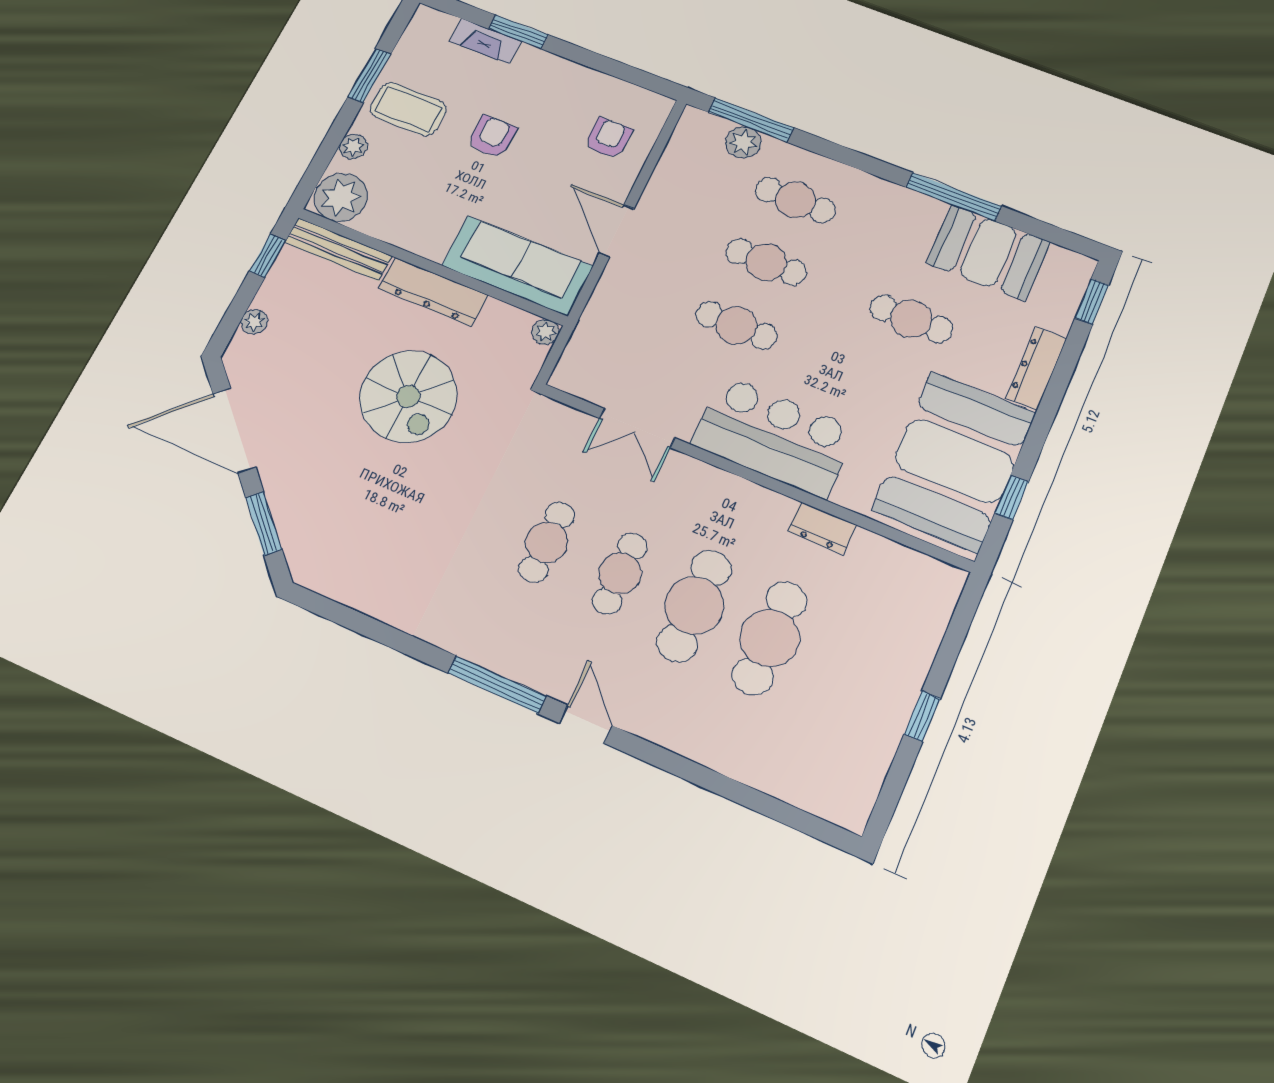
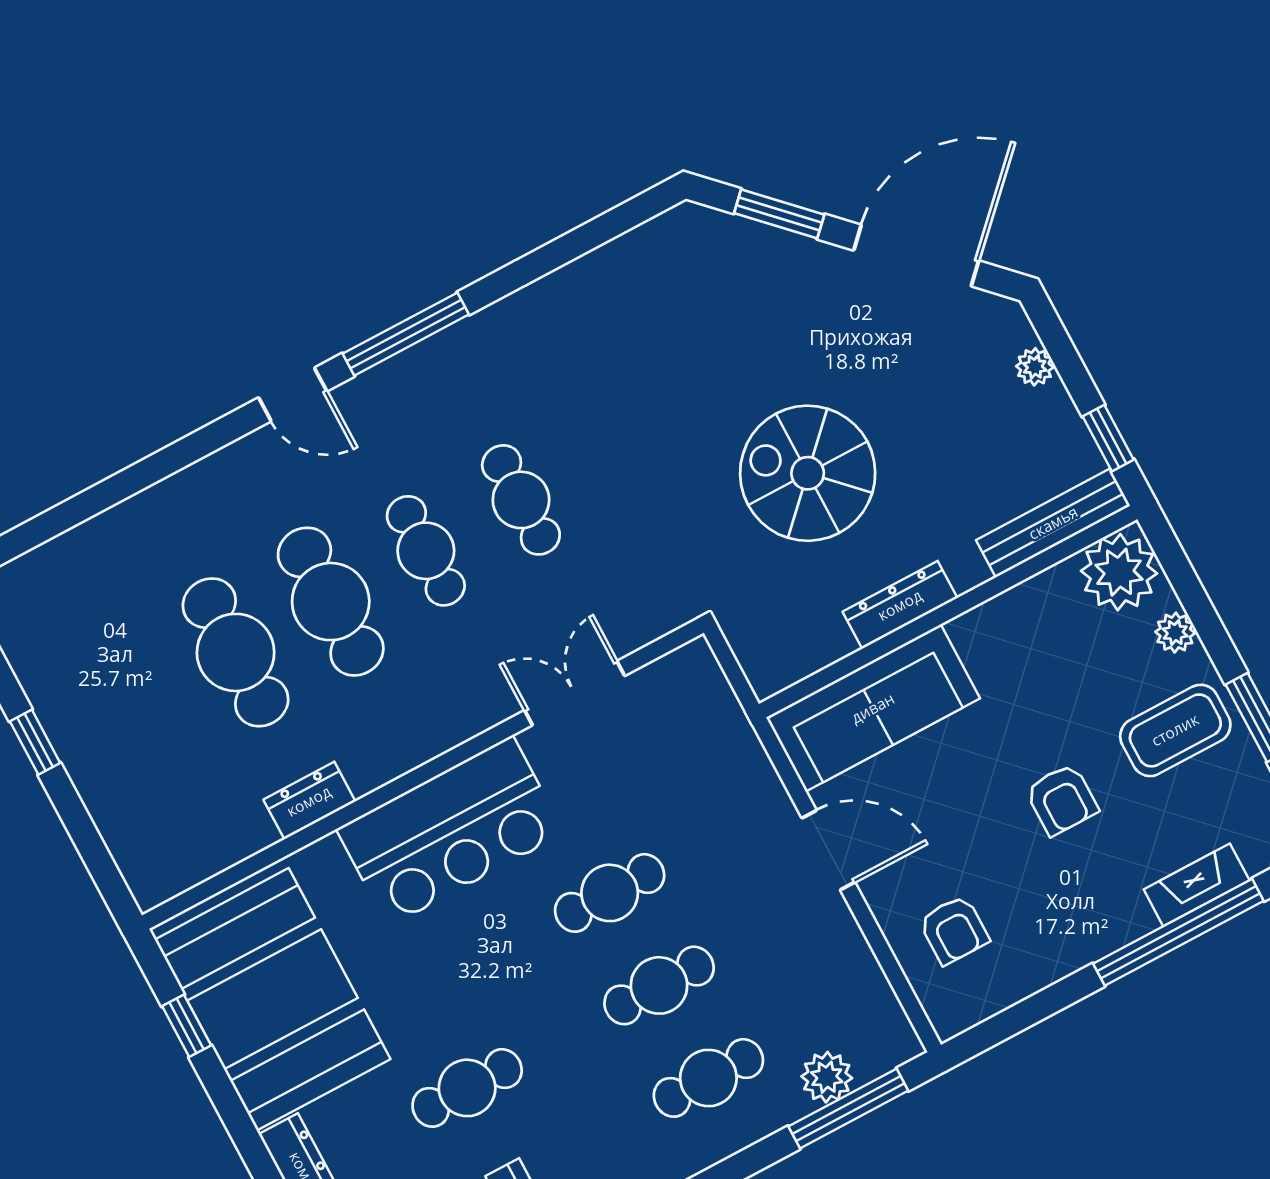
window: (518, 32) -> (1178, 932), width x2.11
dresser: (433, 292) -> (900, 605), width x0.73, depth x0.80
plant: (545, 332) -> (767, 679), removed

